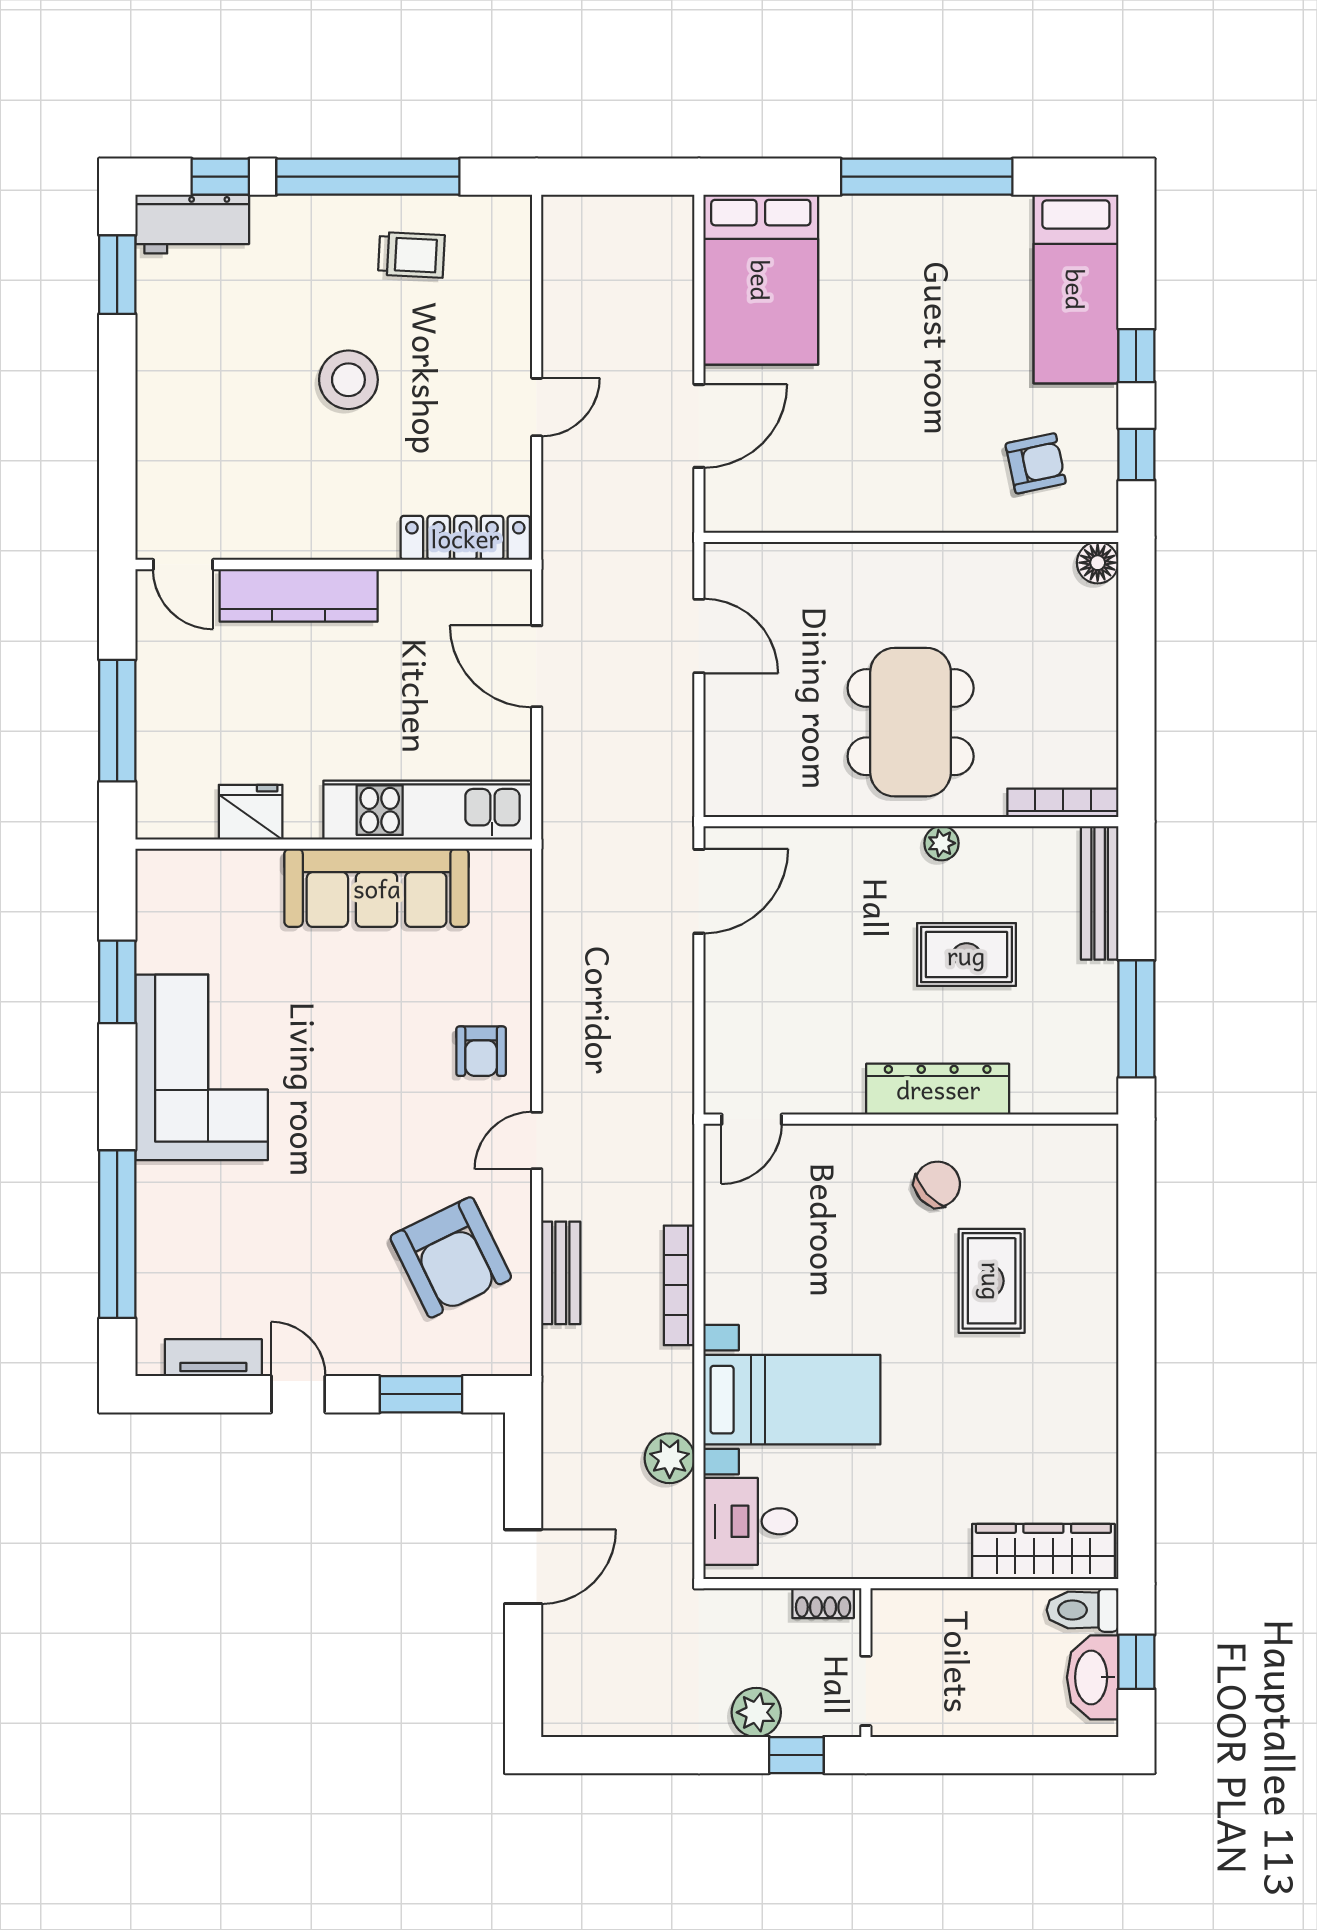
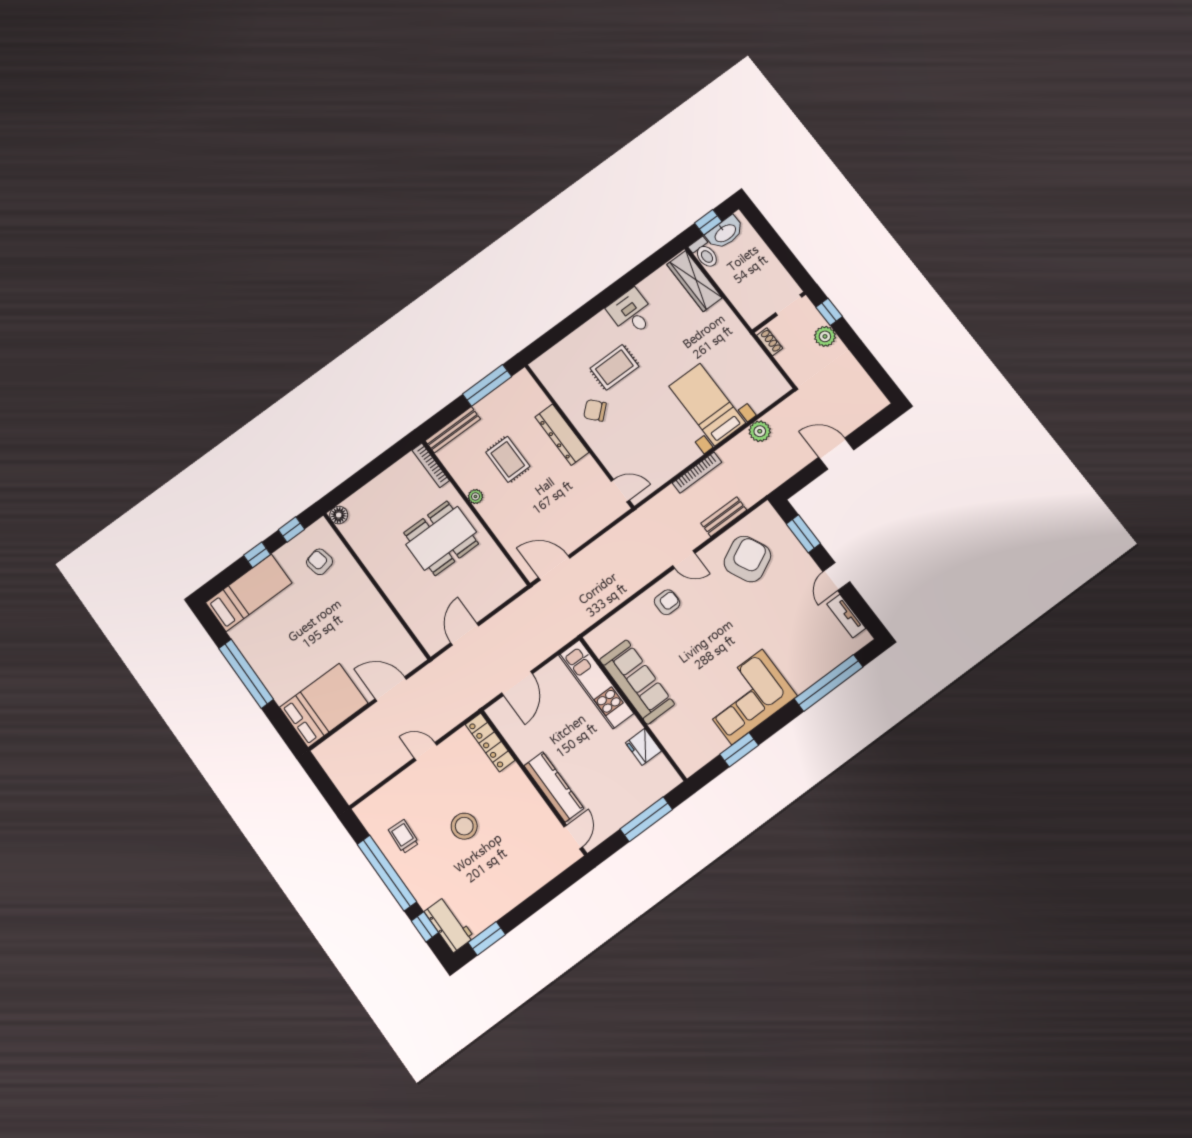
desk: (750, 1521) -> (632, 313), moved, turned 180

